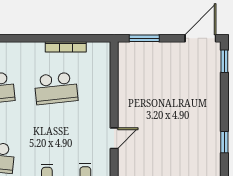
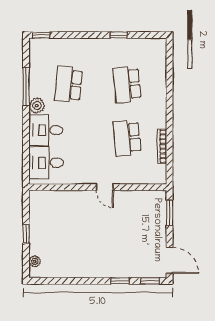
door: (114, 138) -> (105, 187), moved
window: (224, 142) -> (120, 281), moved

